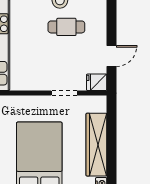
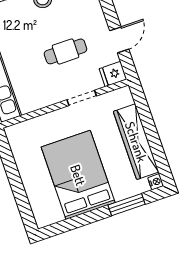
cafe table: (66, 27) -> (65, 51), moved

